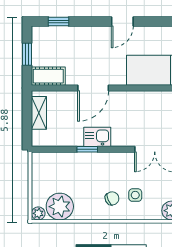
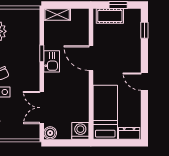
cot: (48, 76) -> (110, 16), moved, turned 90
shelving: (39, 113) -> (57, 14), moved

